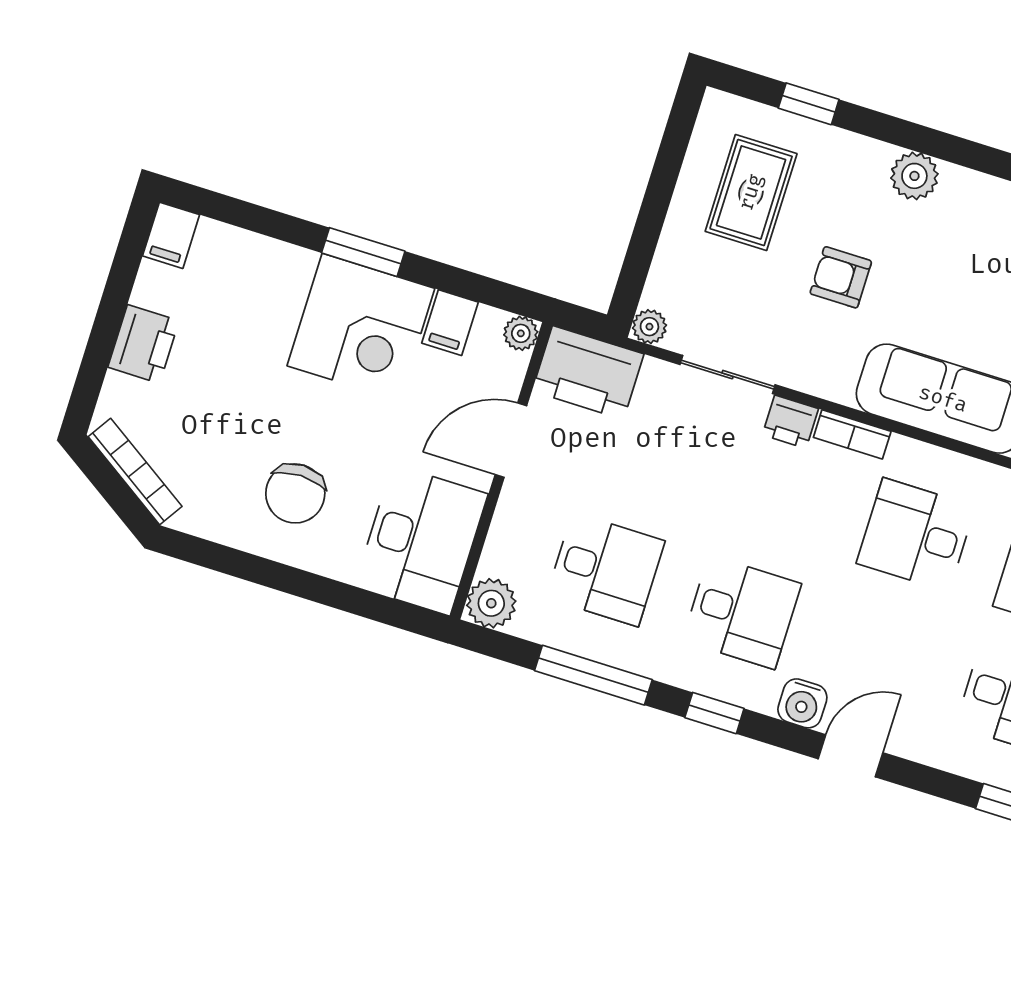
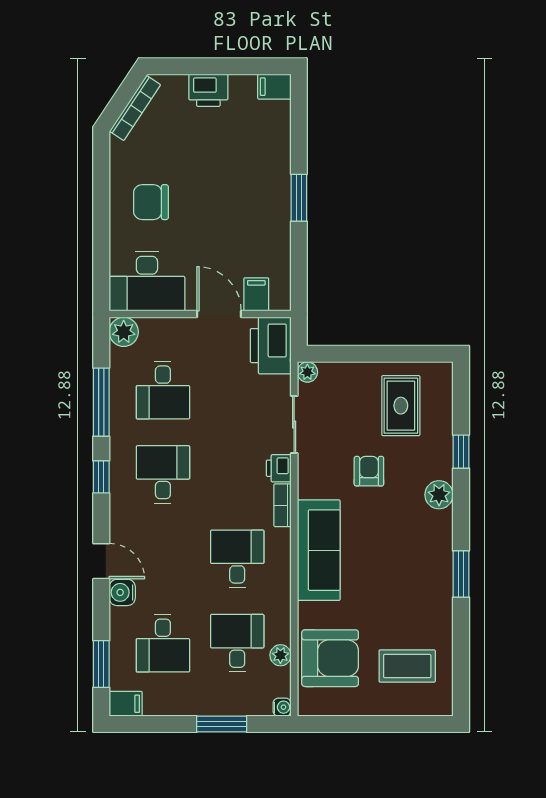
window: (809, 104) -> (461, 452), moved
rug: (751, 192) -> (401, 406), turned 90
filing cabinet: (450, 323) -> (256, 294), moved, turned 90
corner desk: (361, 327) -> (256, 210), removed
plant: (521, 333) -> (281, 301), removed
desk: (742, 612) -> (163, 475), turned 180
water cooler: (802, 703) -> (122, 592), moved

